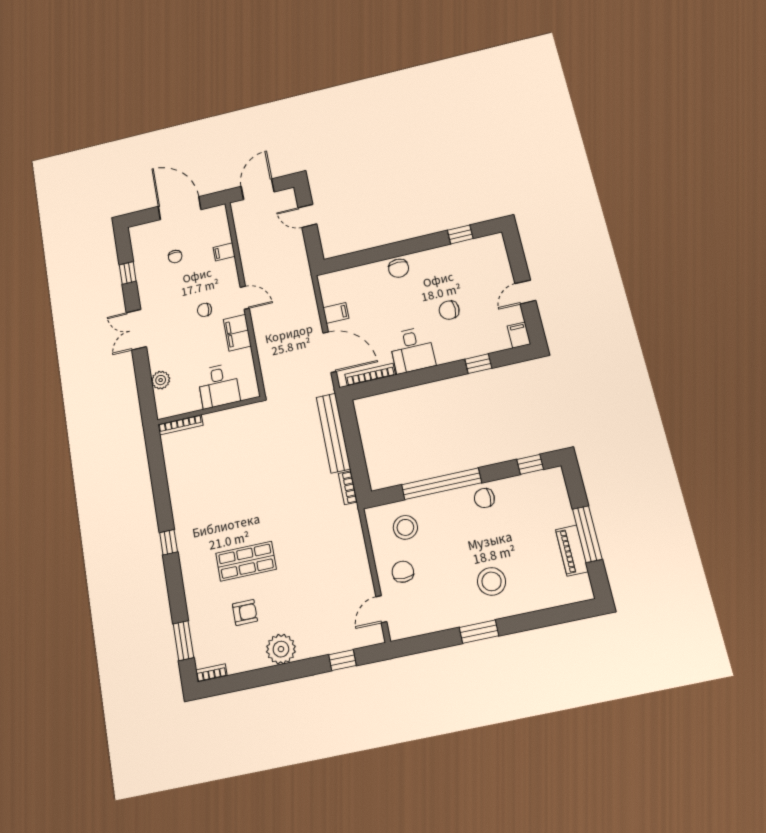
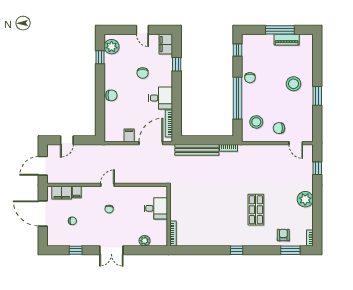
door: (258, 189) -> (43, 166), hinge flipped
door: (180, 208) -> (43, 213), hinge flipped
plant: (483, 249) -> (112, 47), added
filing cabinet: (237, 333) -> (62, 193), moved
filing cabinet: (519, 335) -> (166, 44), width x2.00
armchair: (245, 612) -> (283, 235), moved

